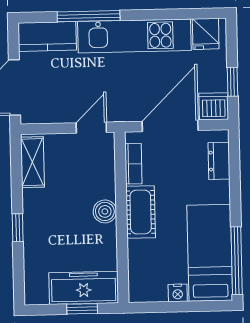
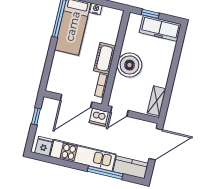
dishwasher: (214, 106) -> (99, 117), moved
dresser: (219, 161) -> (55, 75), removed
boiler: (105, 211) -> (129, 65), width x1.86, depth x1.86
window: (18, 228) -> (174, 67), removed
freezer: (84, 288) -> (160, 28), moved

